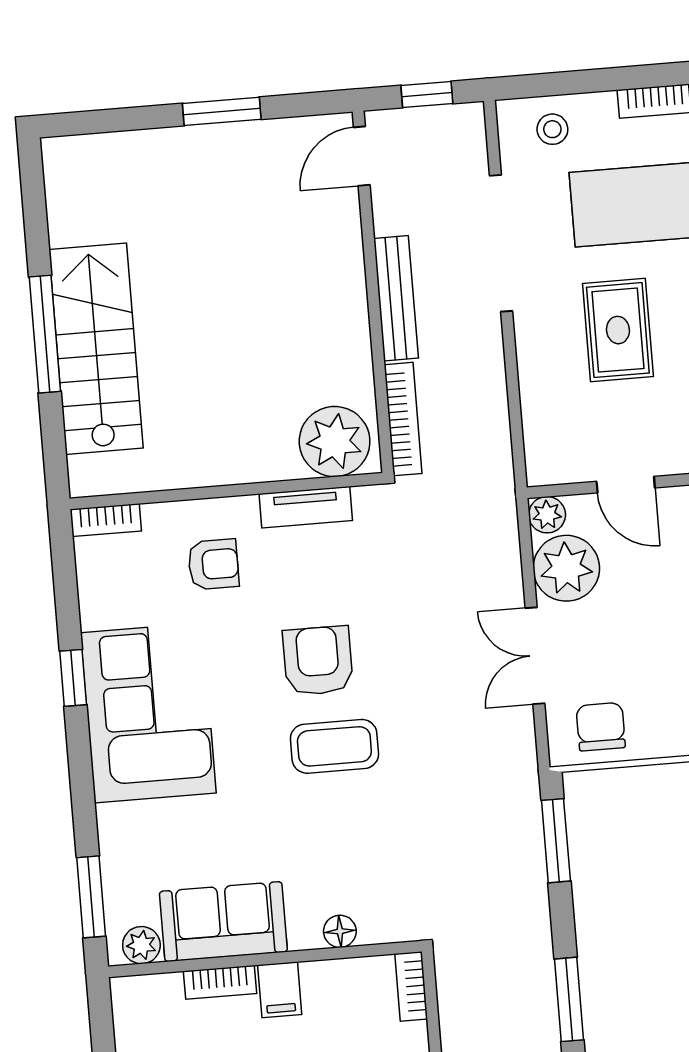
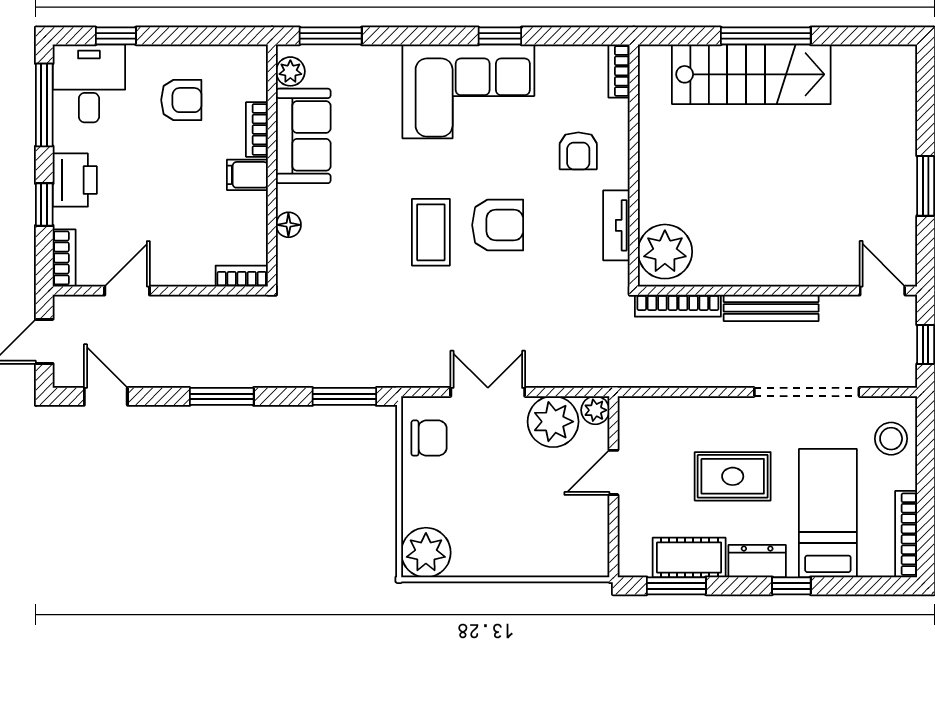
stool: (552, 129) -> (891, 439), width x1.37, depth x1.37

